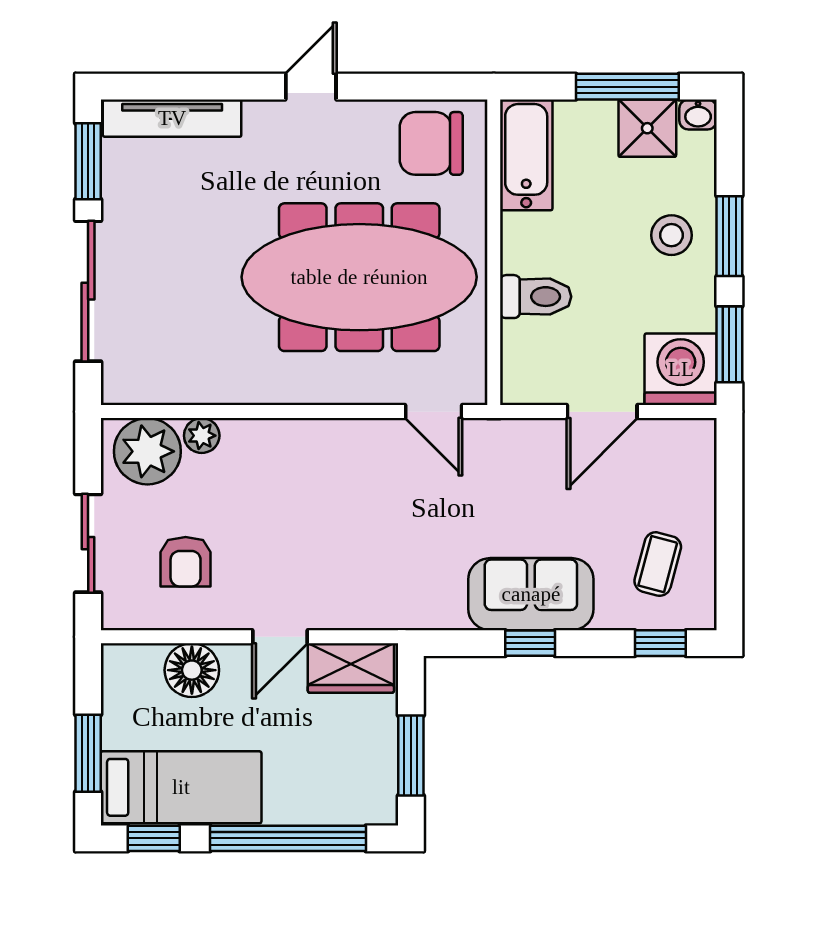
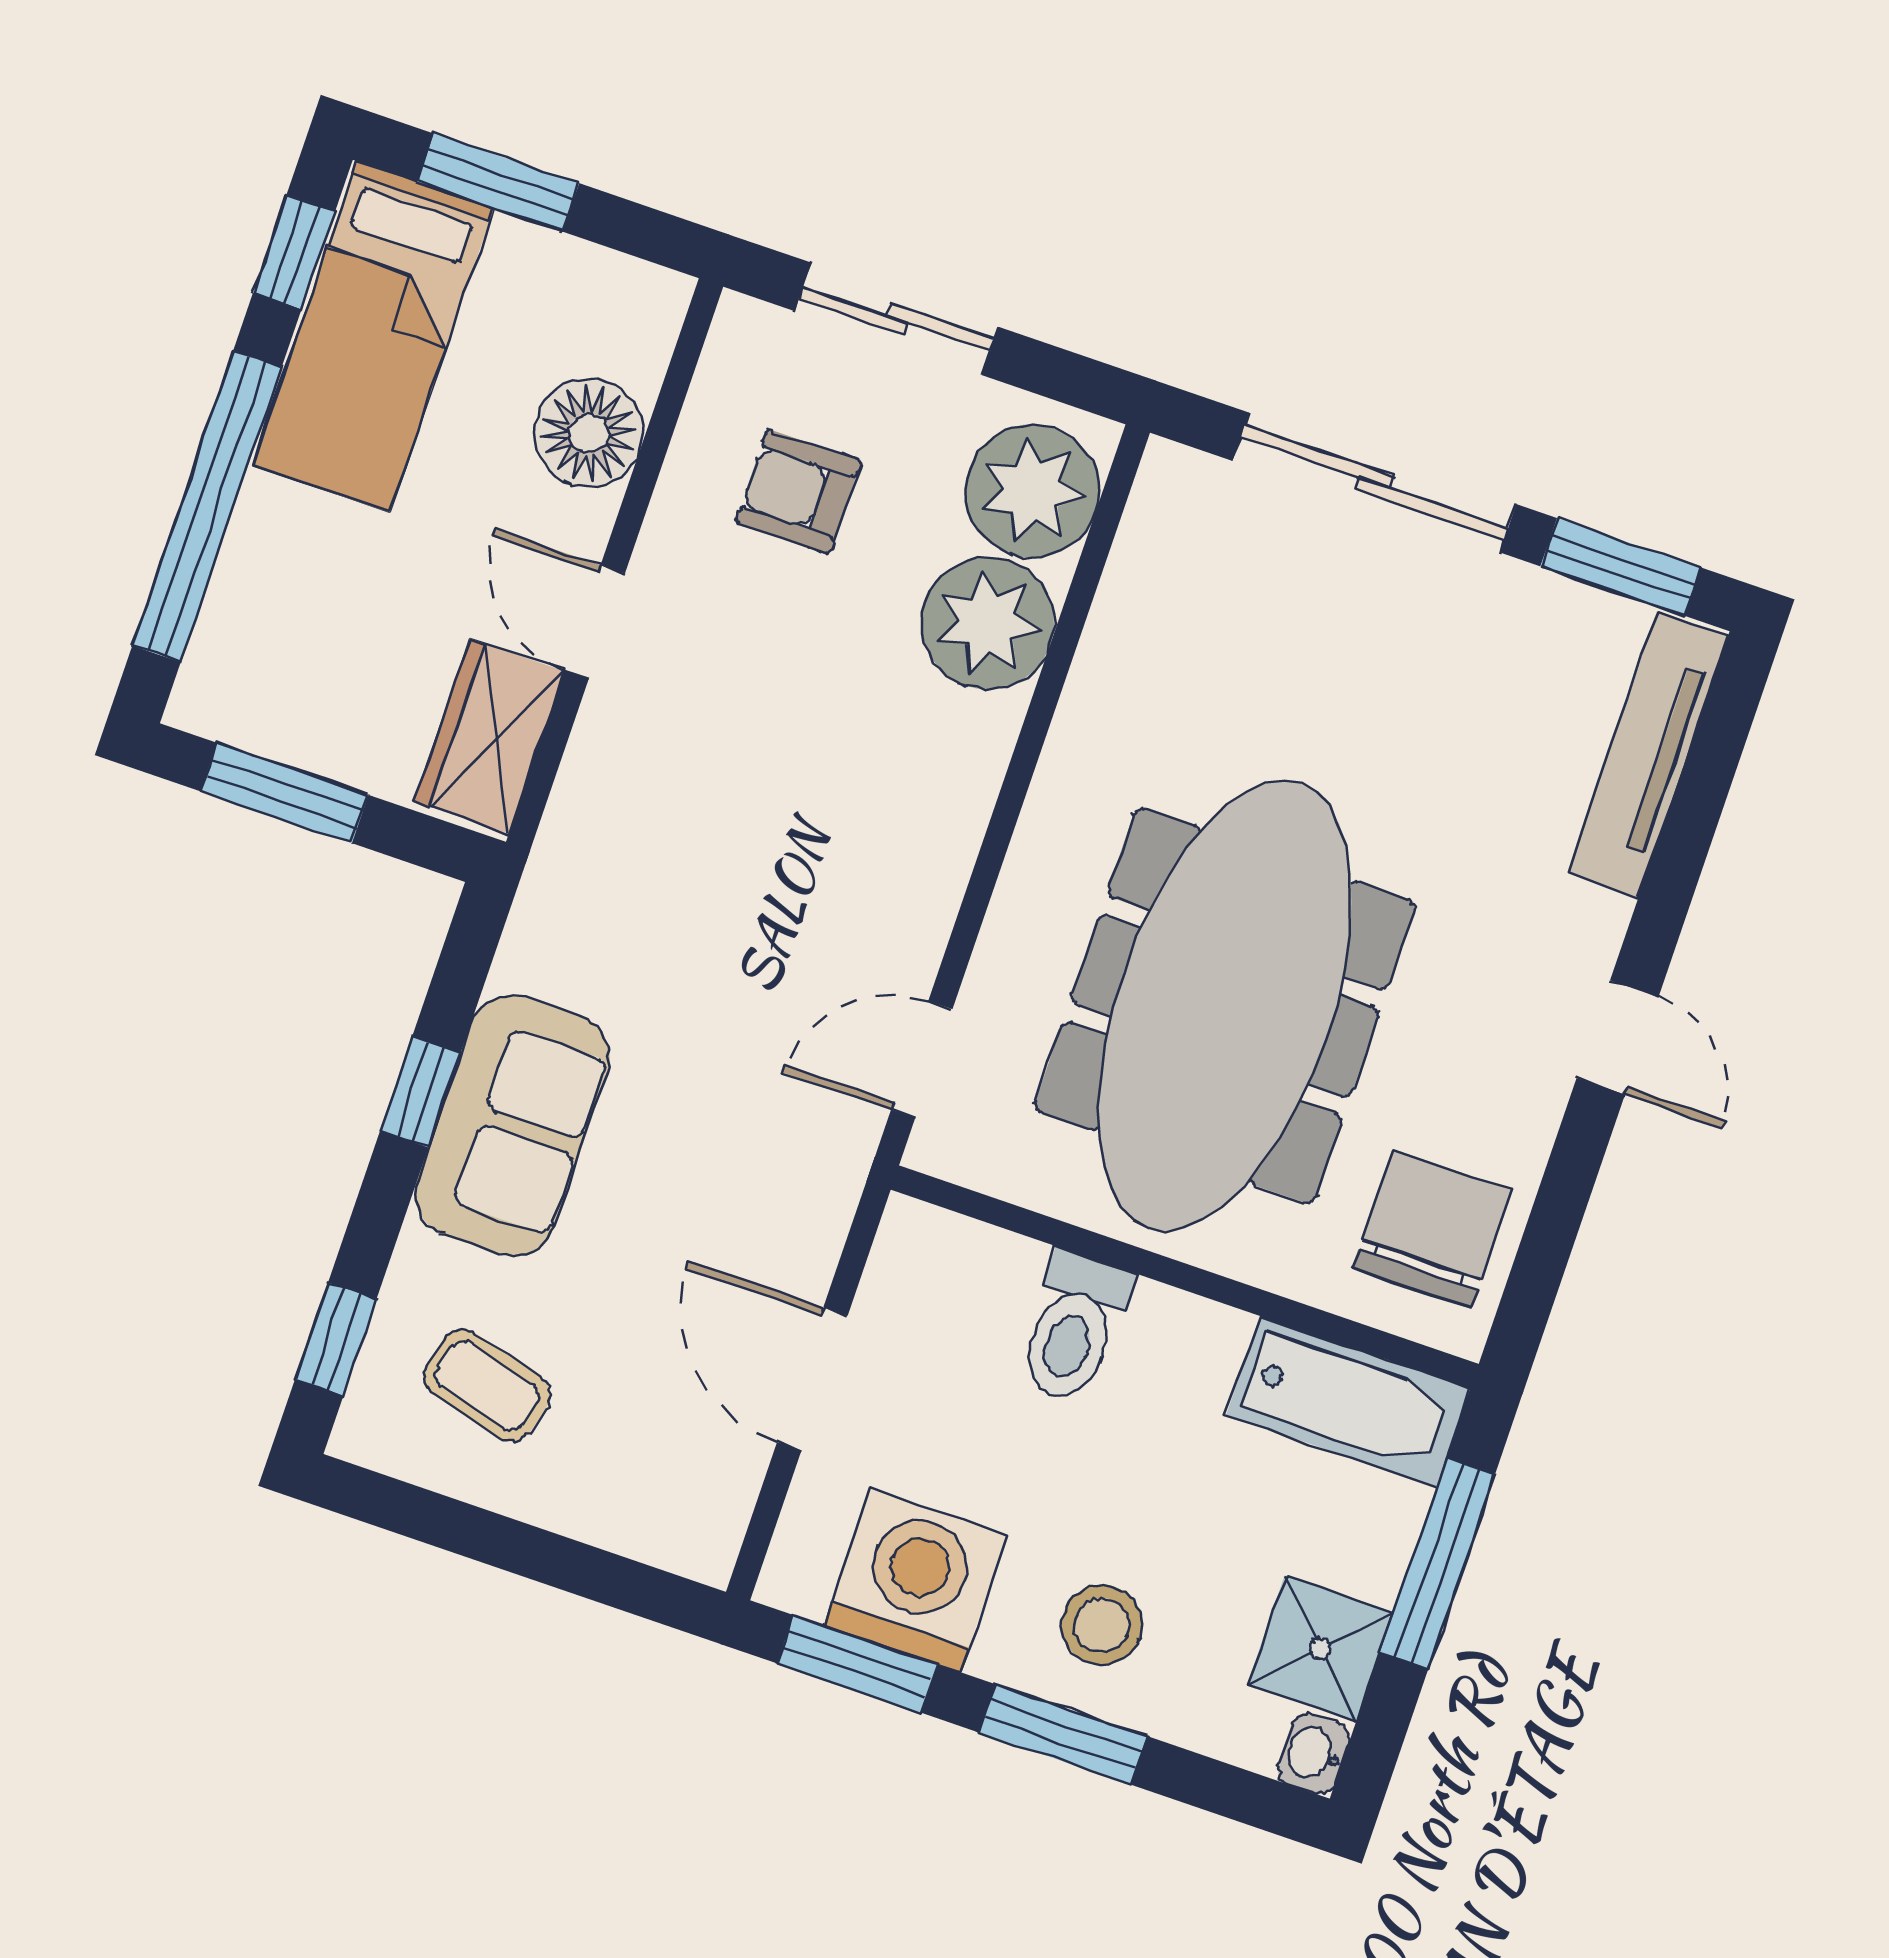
window: (627, 87) -> (1437, 1563), moved
washing machine: (681, 369) -> (916, 1581), moved, turned -90
plant: (202, 436) -> (988, 623), width x1.87, depth x1.87

